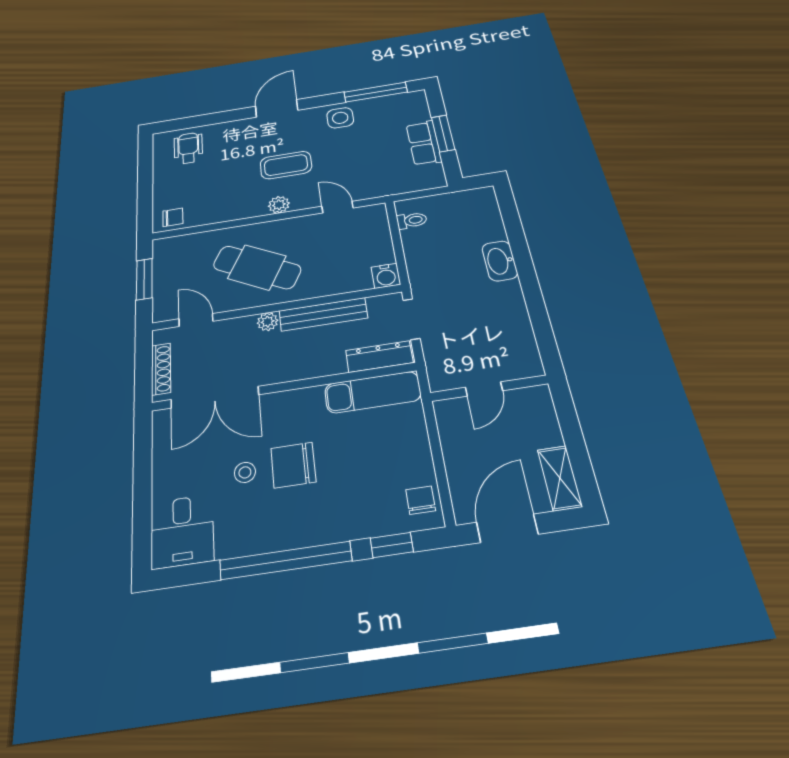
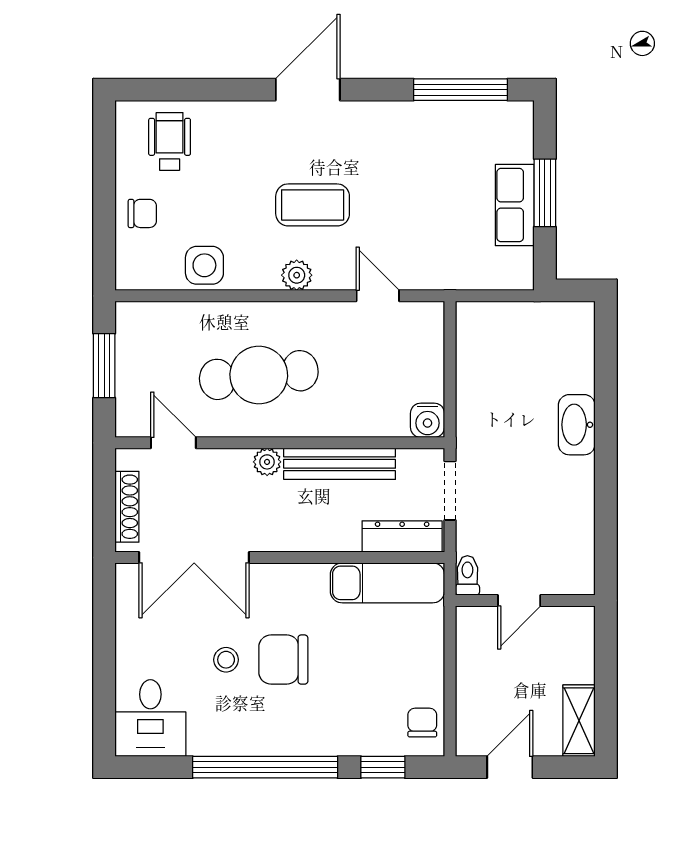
side table: (340, 118) -> (204, 265), moved
chair: (173, 217) -> (142, 213), moved
toilet: (412, 220) -> (467, 575), moved, turned -90
cafe table: (257, 267) -> (259, 375), turned -34
door: (507, 528) -> (510, 767), width x0.73

